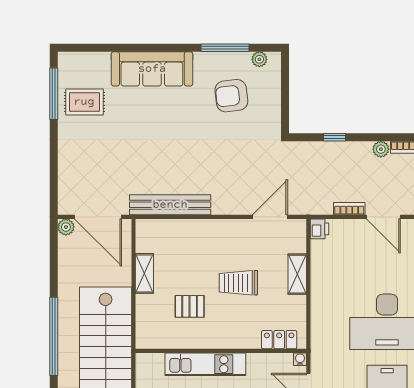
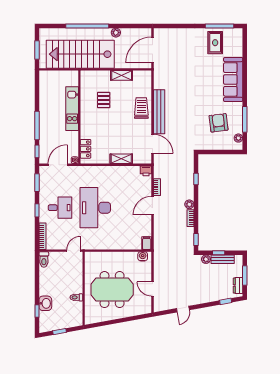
bench: (170, 205) -> (159, 112), moved
plant: (66, 227) -> (116, 33), moved
trolley: (238, 283) -> (141, 108), moved

